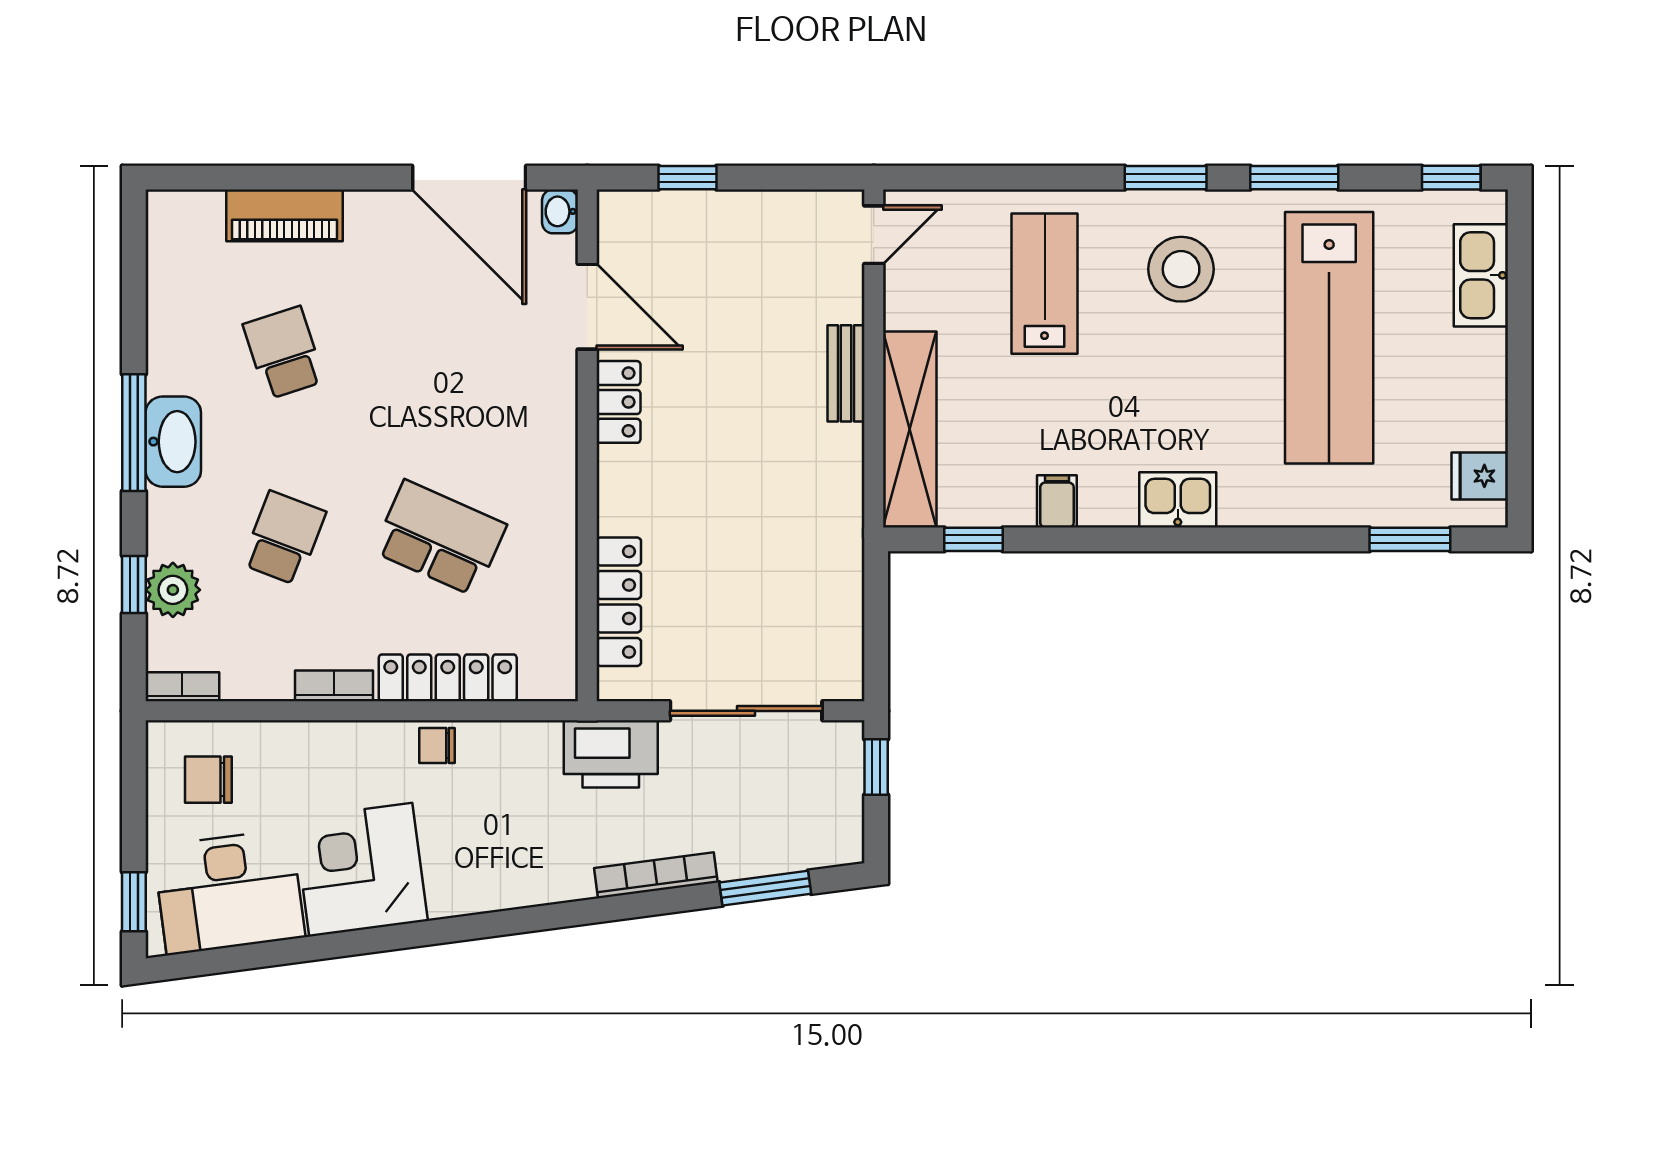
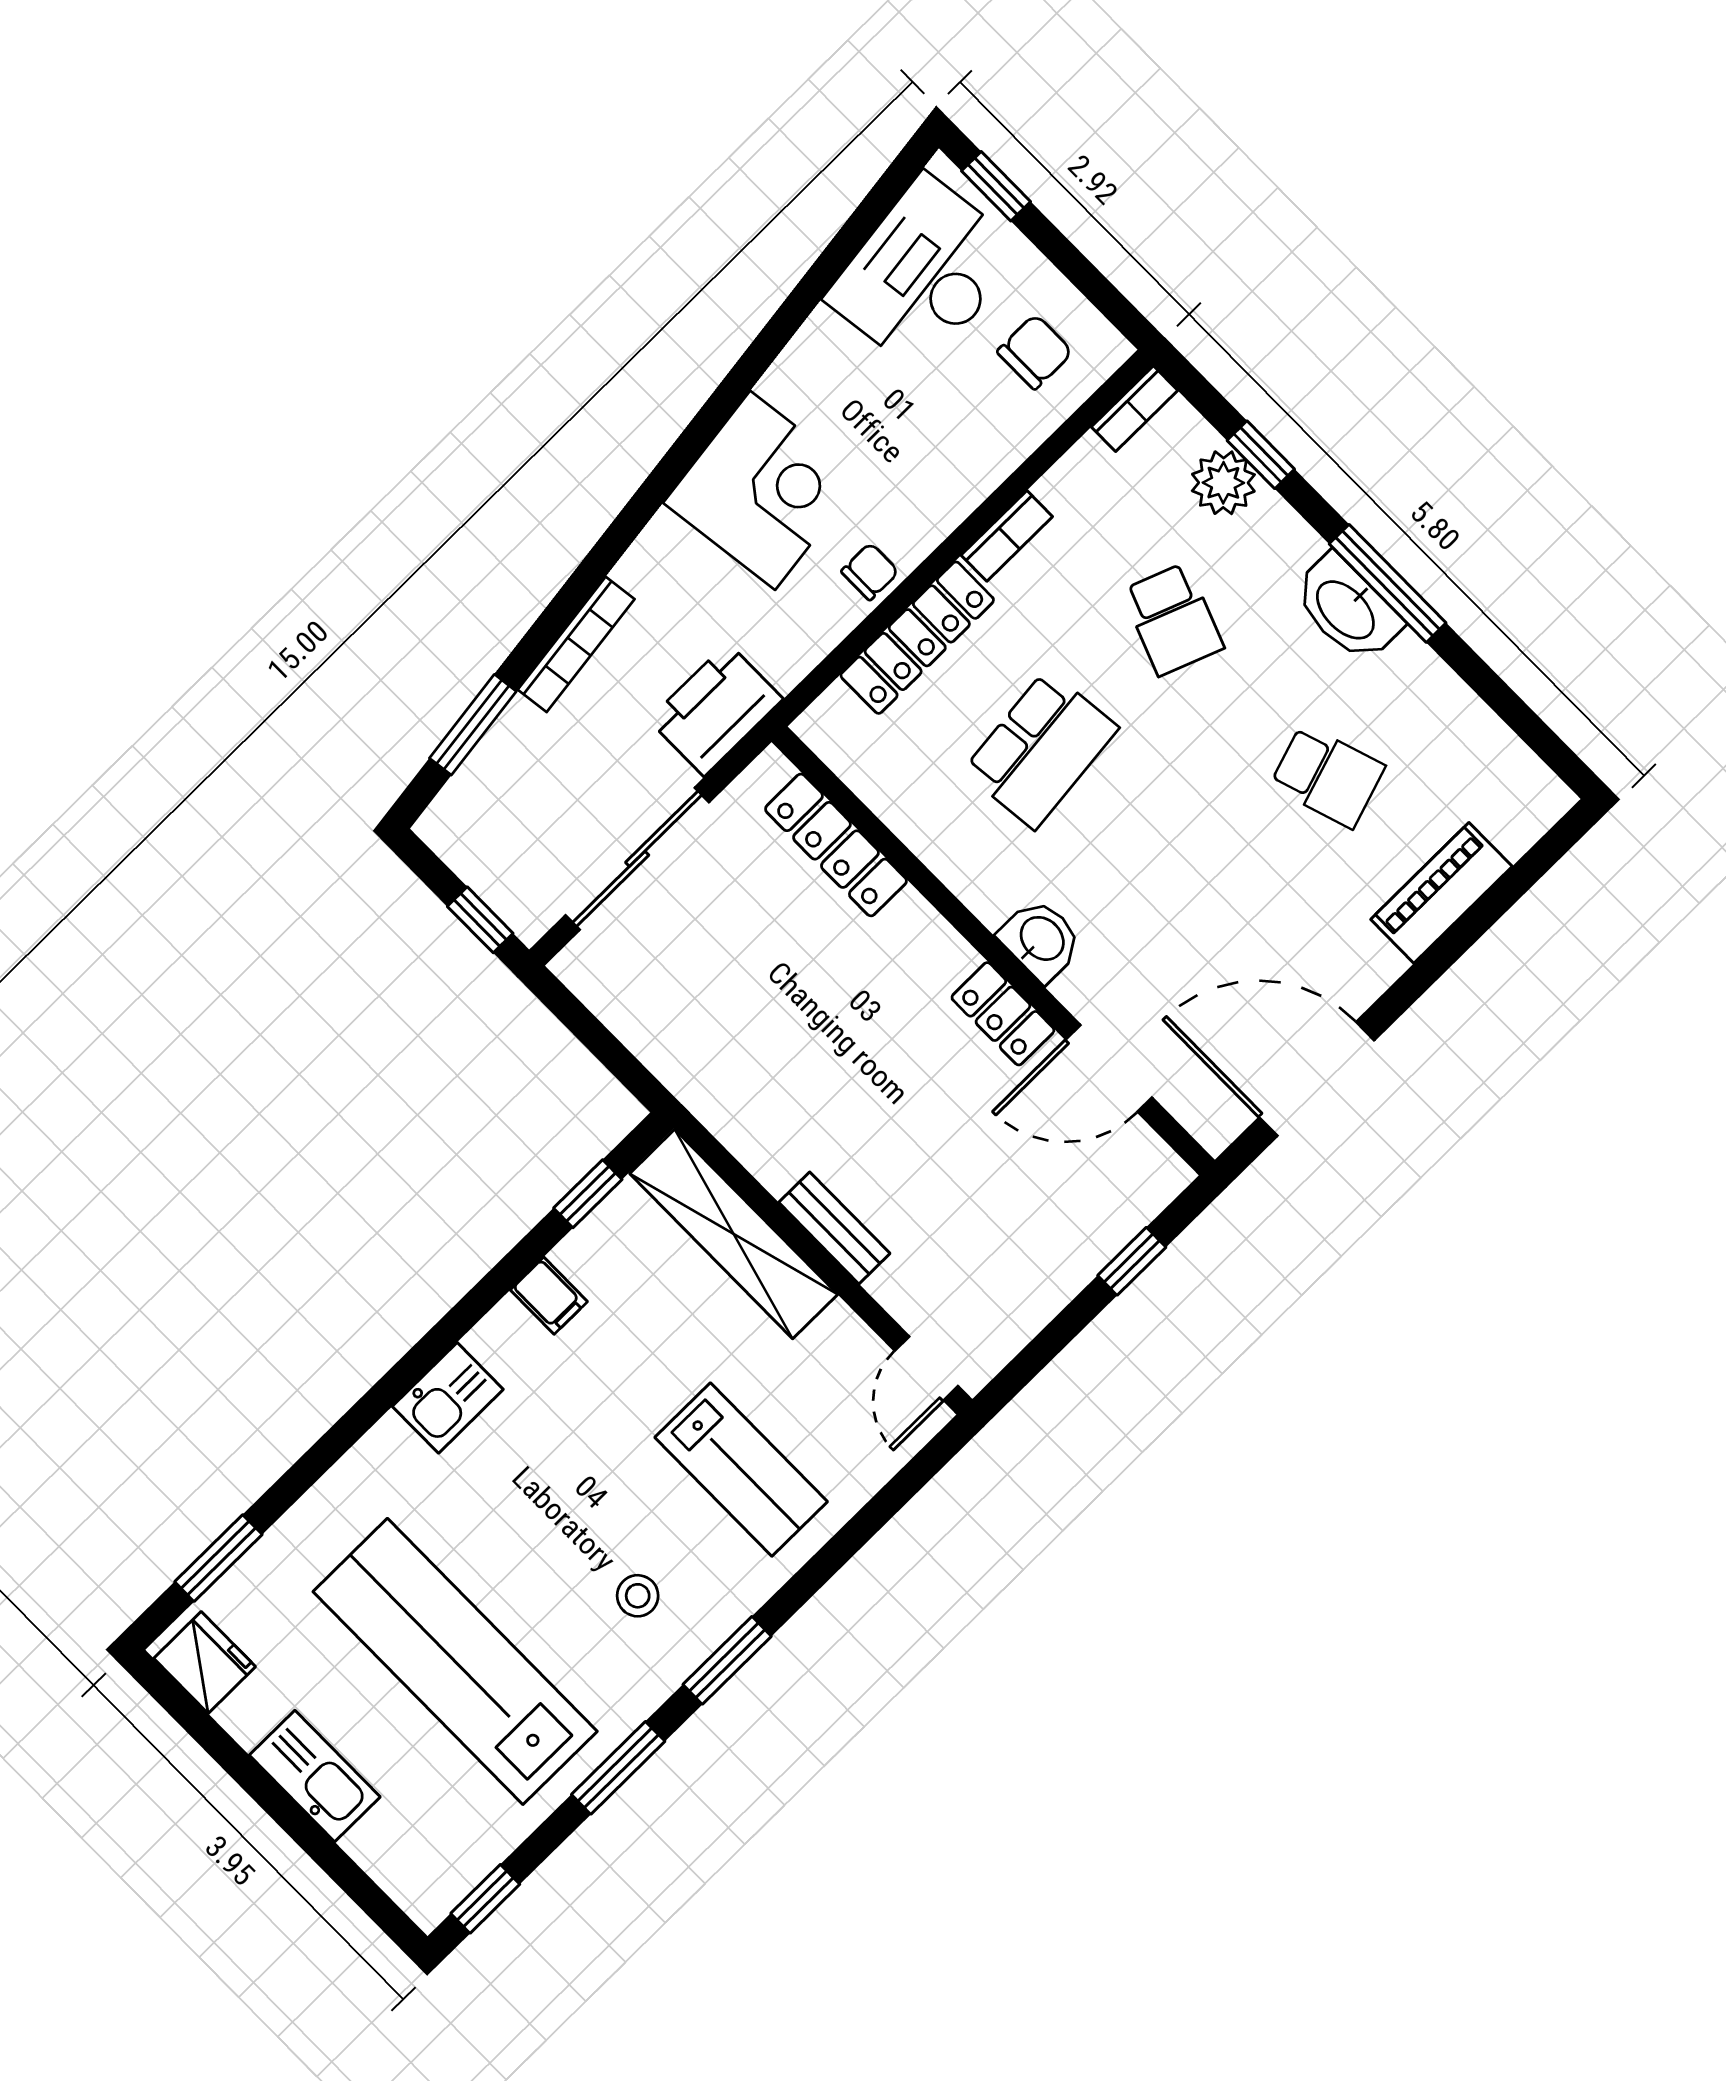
washbasin: (560, 211) -> (1041, 940), moved, width x1.38, depth x1.45
stool: (1181, 269) -> (638, 1596), width x0.53, depth x0.53
kitchen sink: (1481, 275) -> (315, 1776), moved
fridge: (1480, 476) -> (205, 1662), width x1.38
school desk: (440, 538) -> (1041, 749), turned -30
corner desk: (361, 870) -> (763, 490), moved

